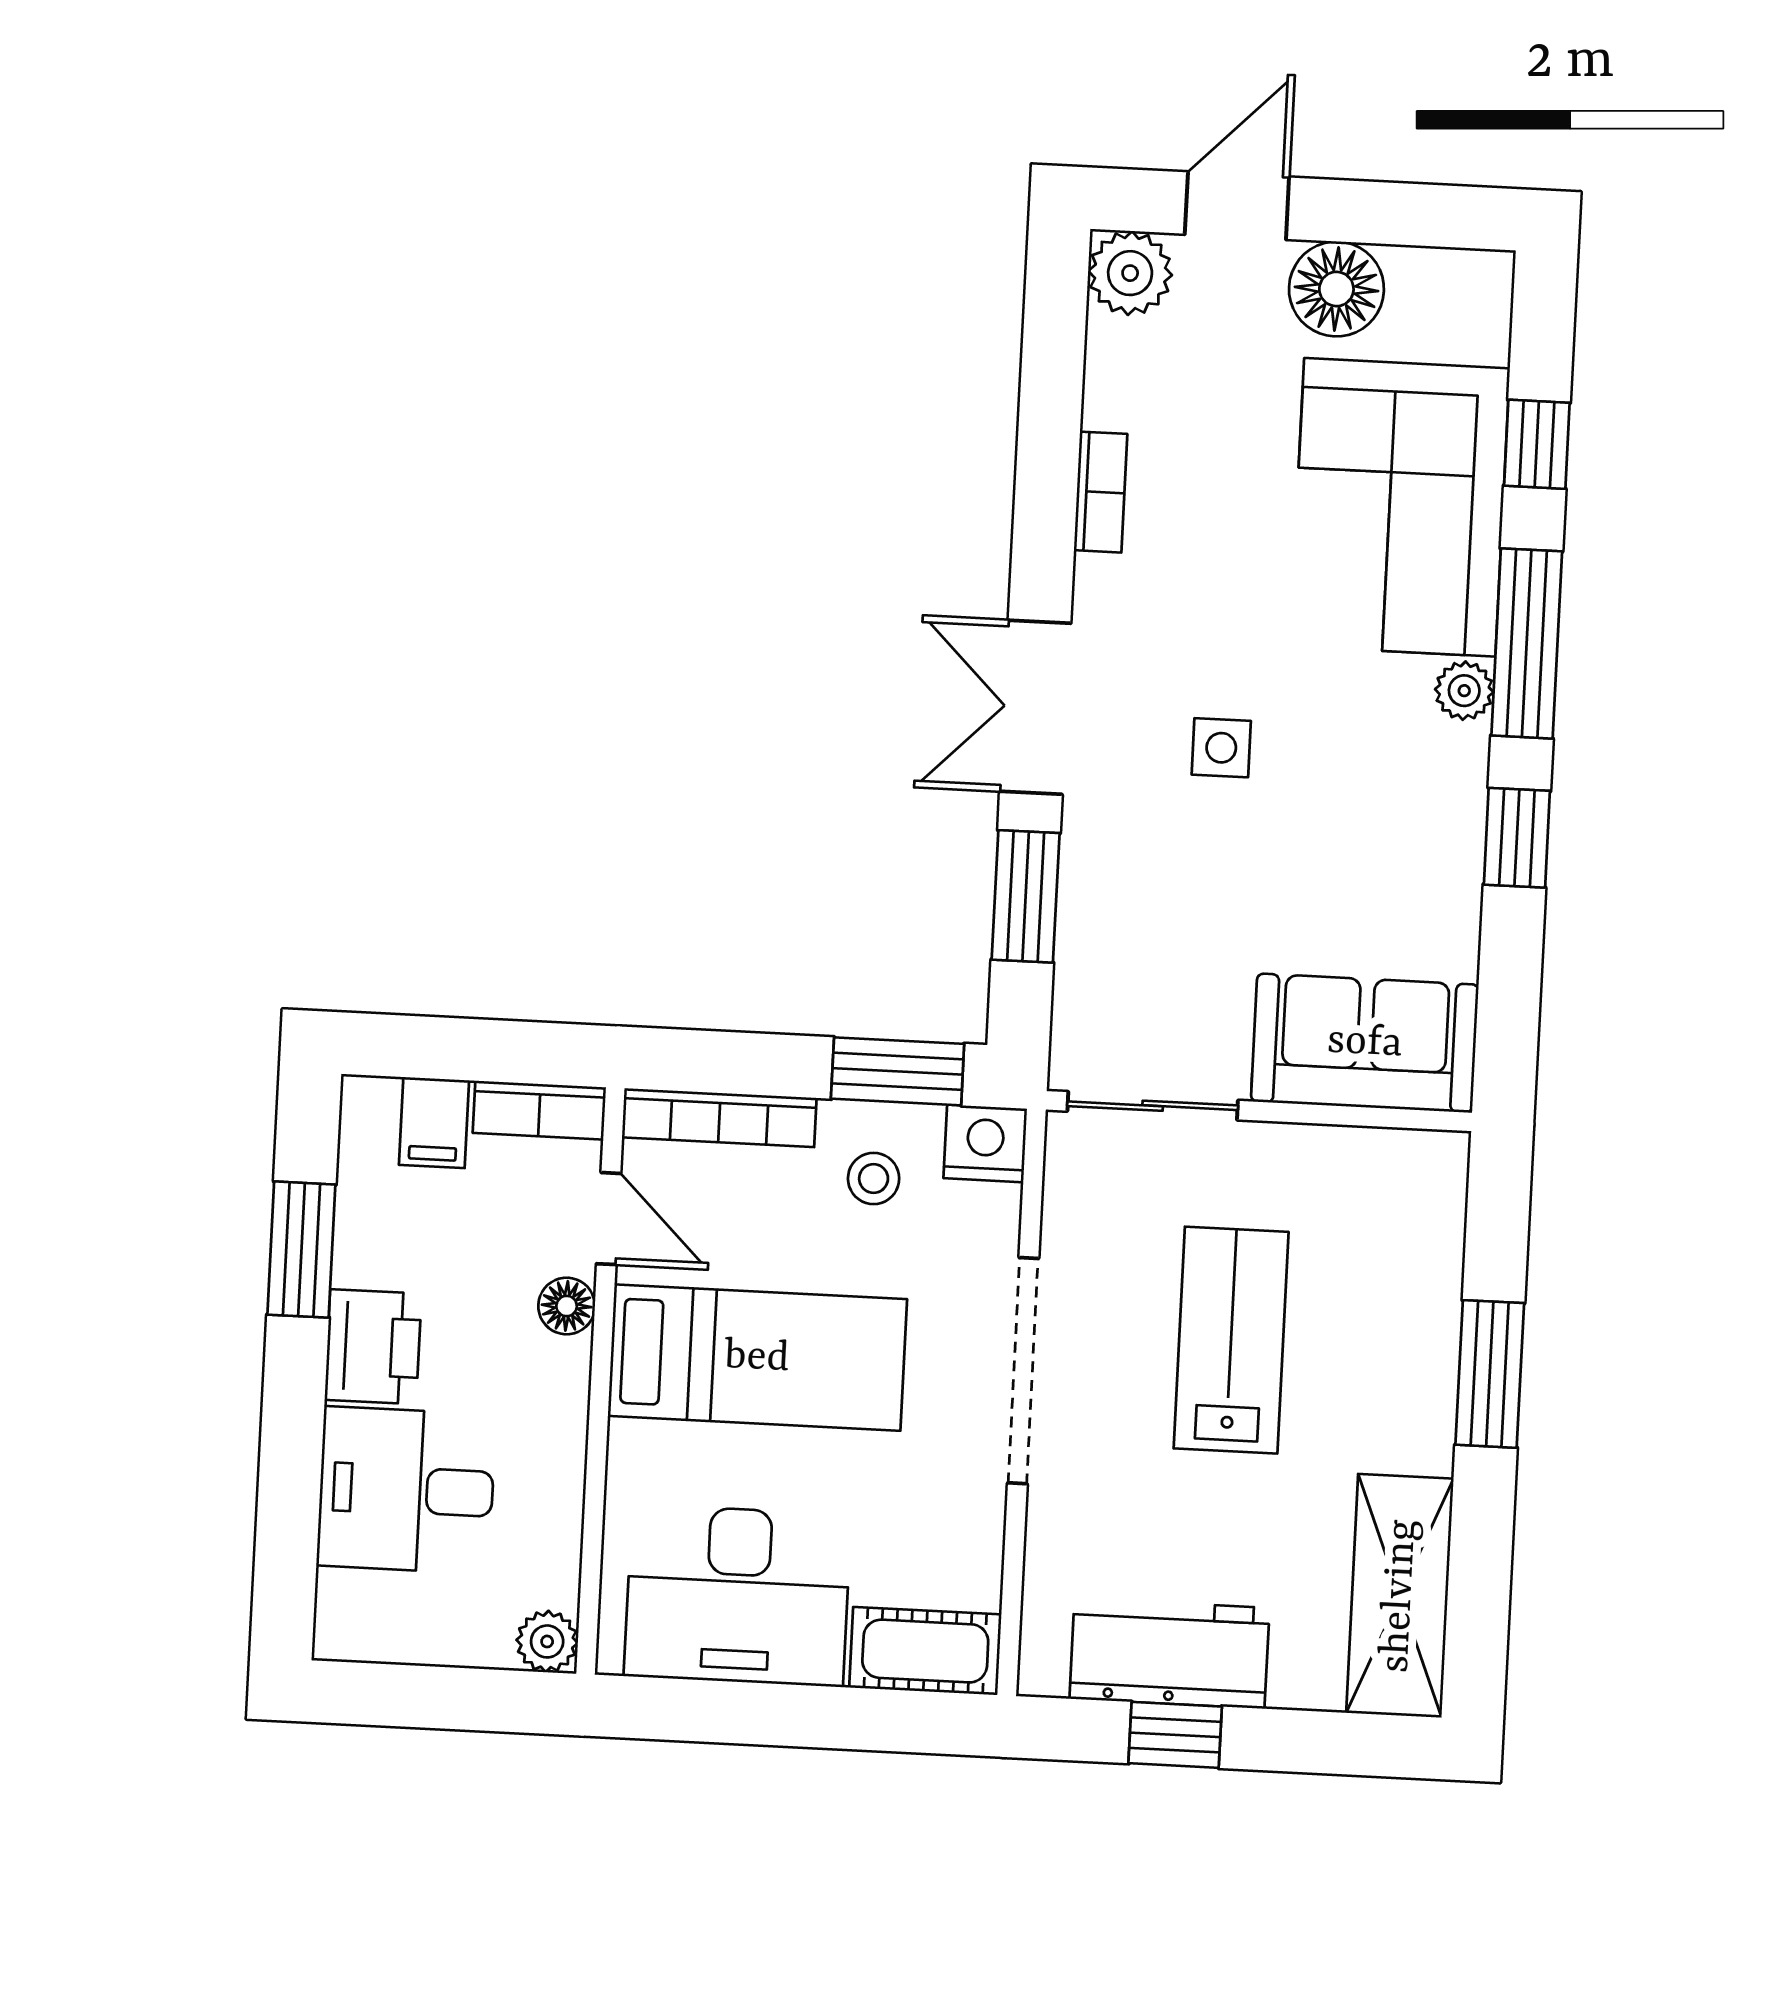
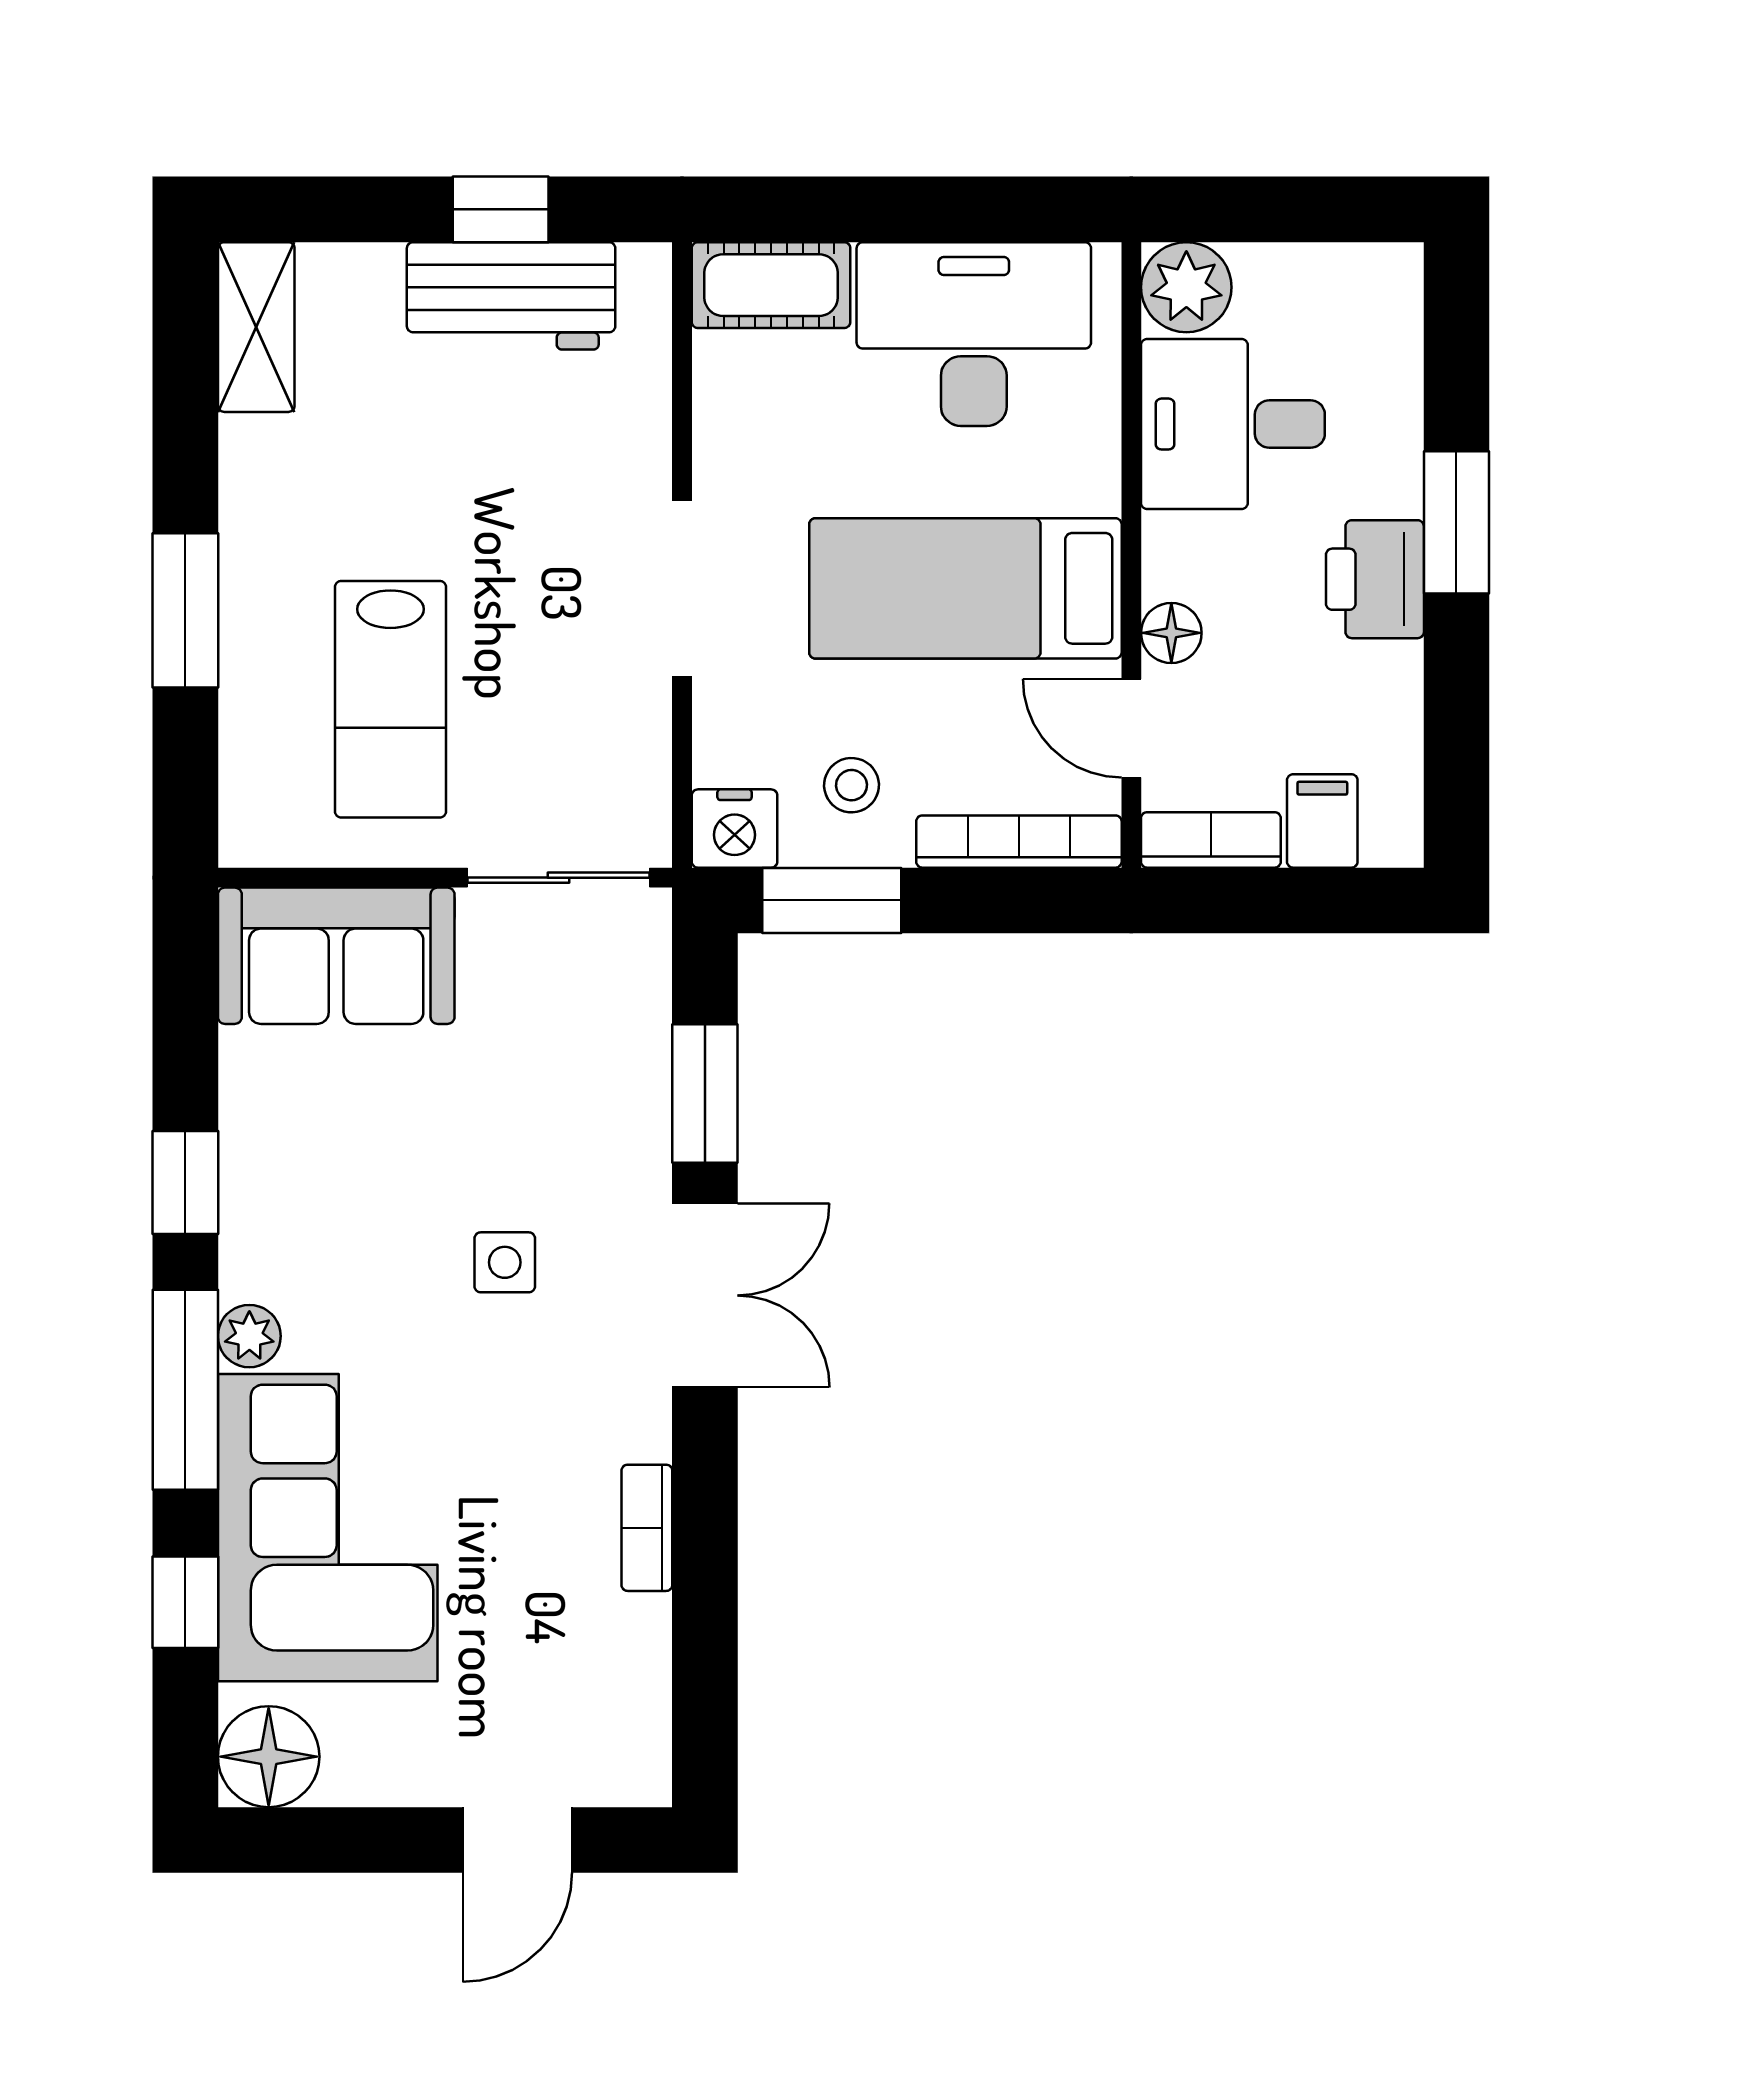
plant: (1130, 273) -> (627, 1762), removed
floor lamp: (1336, 289) -> (269, 1757), moved
window: (301, 1250) -> (1456, 522), moved
lab bench: (1231, 1340) -> (390, 699), moved
doorway: (1023, 1371) -> (682, 589), width x0.73
desk: (406, 1490) -> (1233, 424), moved, turned 180
shelving: (1400, 1596) -> (256, 327), width x0.67, depth x0.75
plant: (547, 1641) -> (1186, 287), width x1.38, depth x1.38

